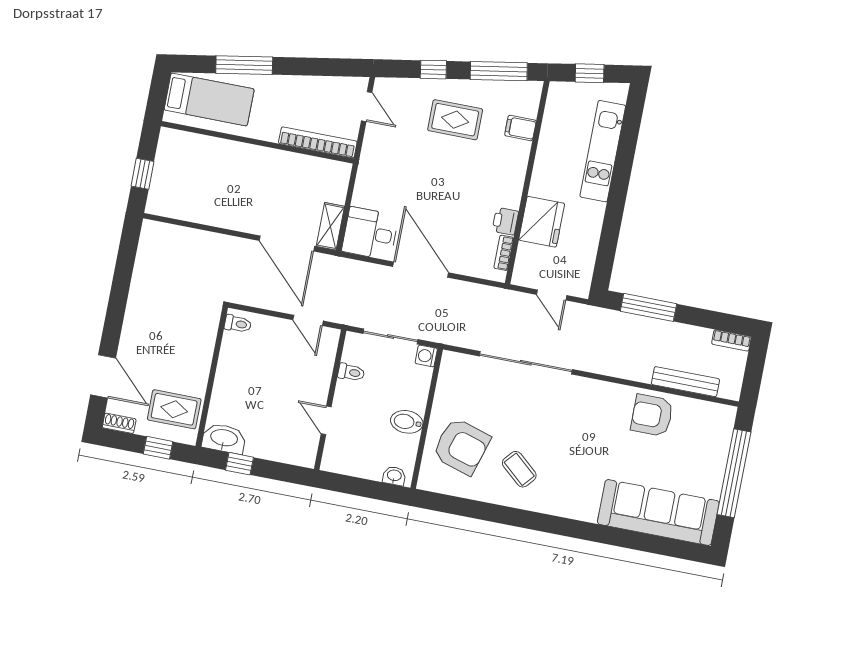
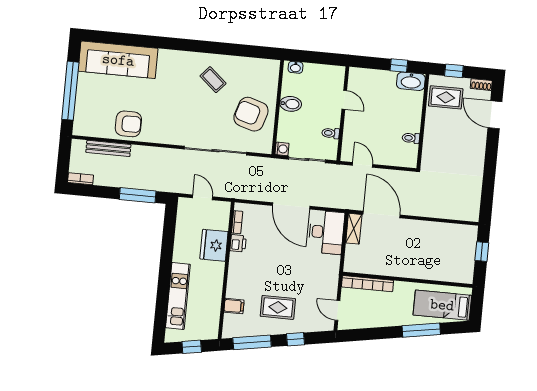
desk: (370, 233) -> (326, 232), width x1.37
toilet: (238, 324) -> (411, 138), moved
armchair: (461, 446) -> (251, 114), moved

